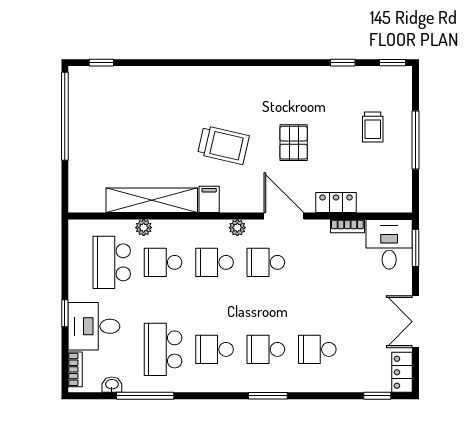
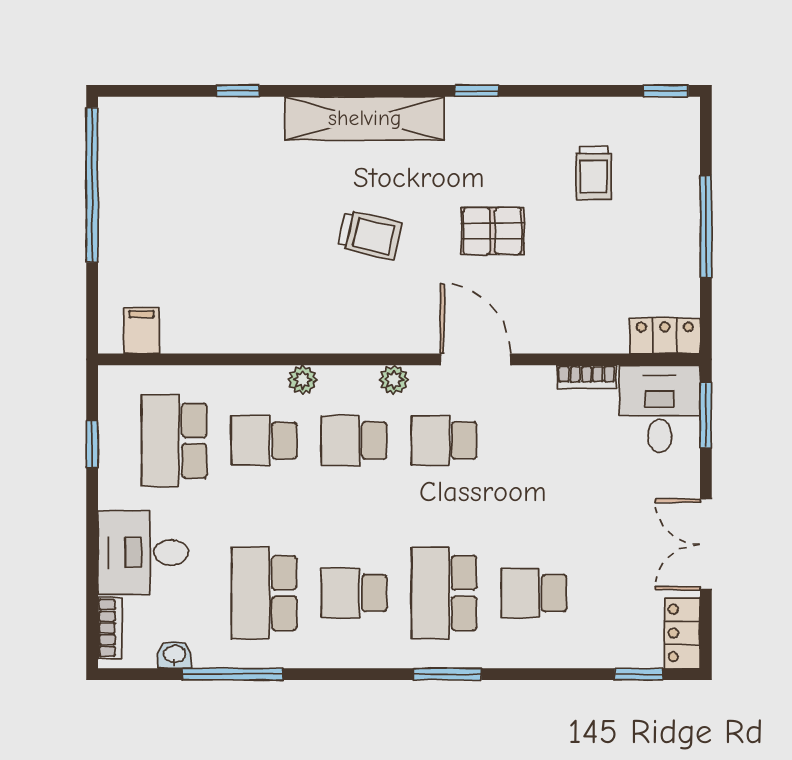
window: (101, 63) -> (238, 91), moved
window: (343, 63) -> (477, 91), moved
trolley: (373, 127) -> (593, 173), moved
pallet: (294, 143) -> (492, 231), turned 90
trolley: (223, 145) -> (370, 235), width x0.73, depth x0.72
filing cabinet: (209, 199) -> (141, 330), moved
shelving: (152, 200) -> (365, 118), moved
locker: (336, 203) -> (665, 336), moved
plant: (144, 228) -> (302, 380), moved
window: (65, 313) -> (92, 444), moved
school desk: (266, 349) -> (444, 593), width x1.85

